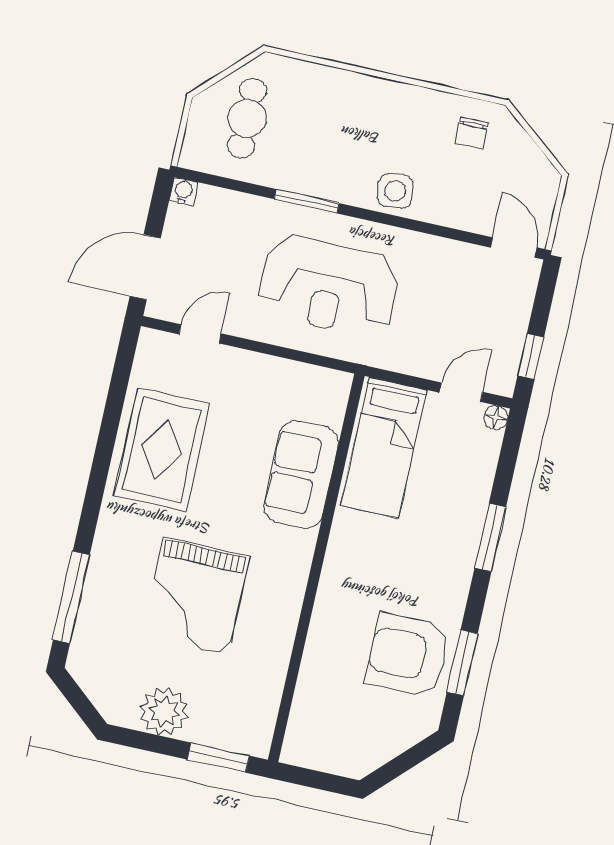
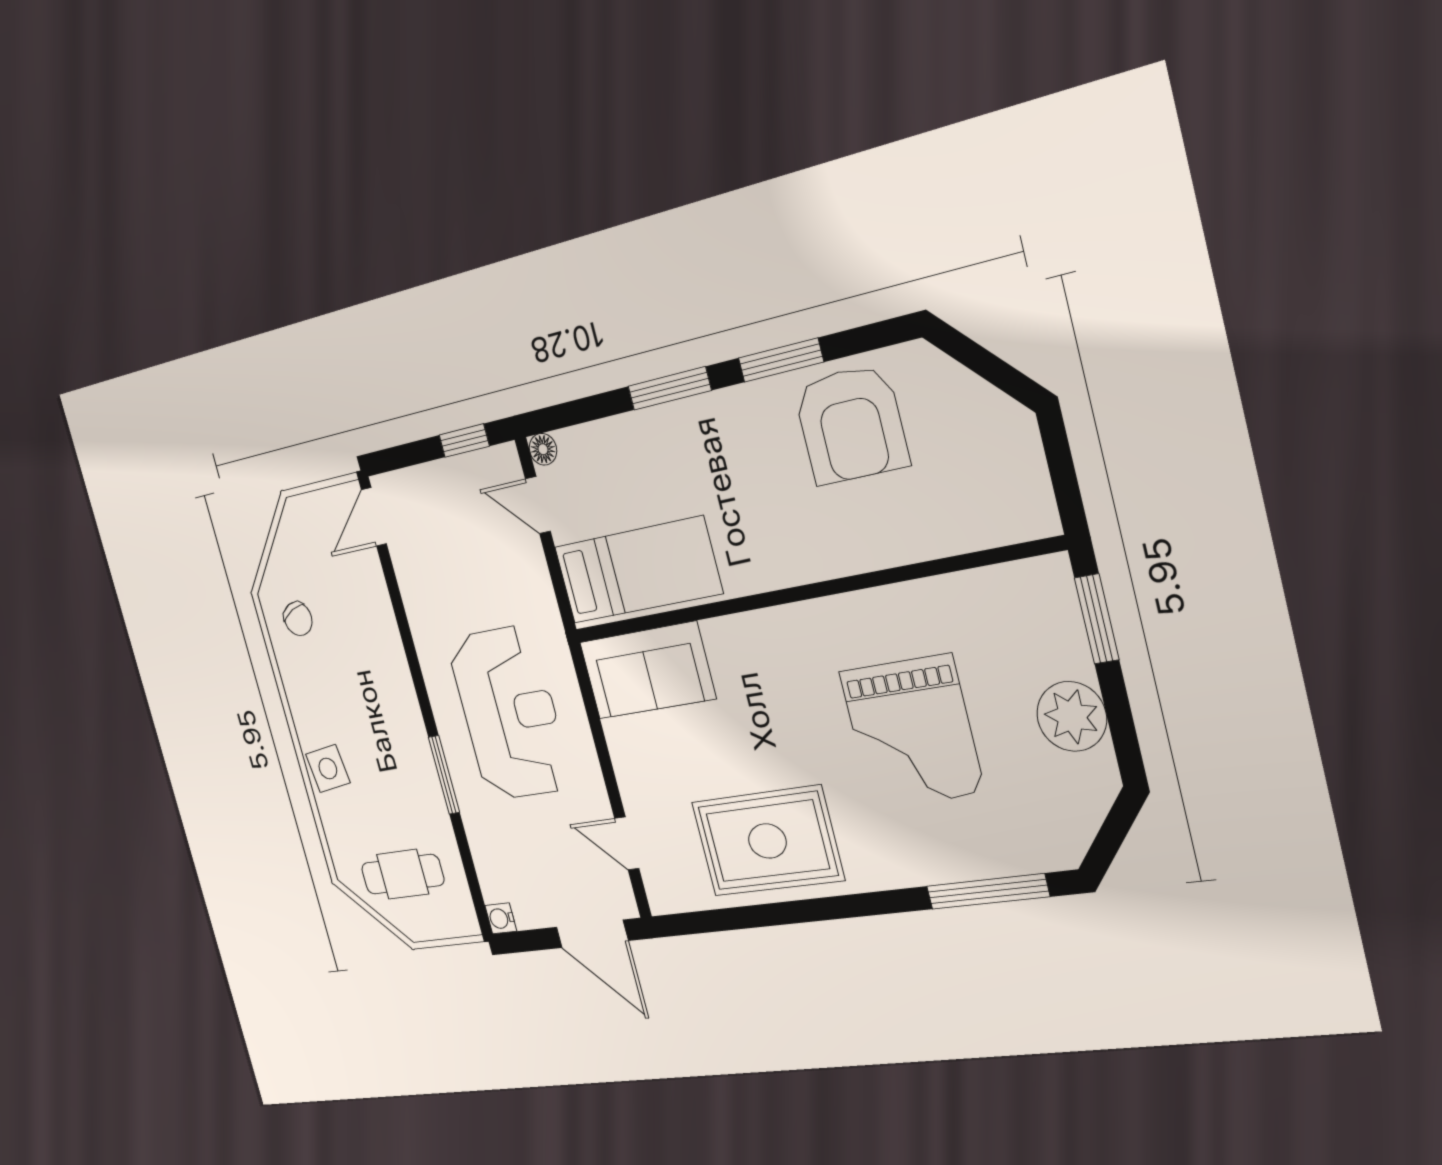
chair: (472, 133) -> (298, 619), turned 67
side table: (395, 191) -> (328, 768), moved
sofa: (301, 474) -> (647, 670), moved
grand piano: (196, 596) -> (912, 732), turned 90
window: (462, 663) -> (781, 360), moved

